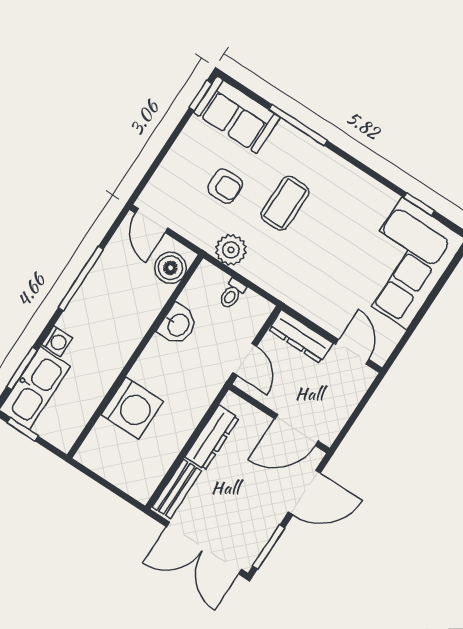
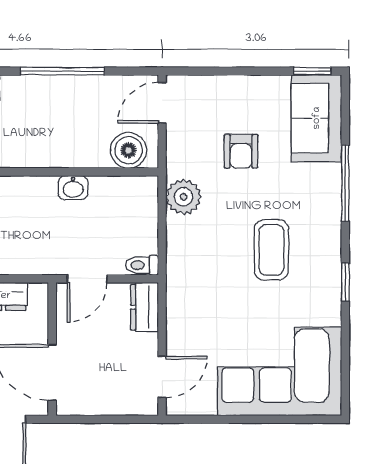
coffee table: (285, 203) -> (271, 250), moved, turned 90
window: (419, 204) -> (345, 282), moved
toilet: (232, 294) -> (142, 265), moved
washbasin: (178, 325) -> (73, 188), width x0.72, depth x0.69
dresser: (301, 336) -> (144, 307), width x0.70

